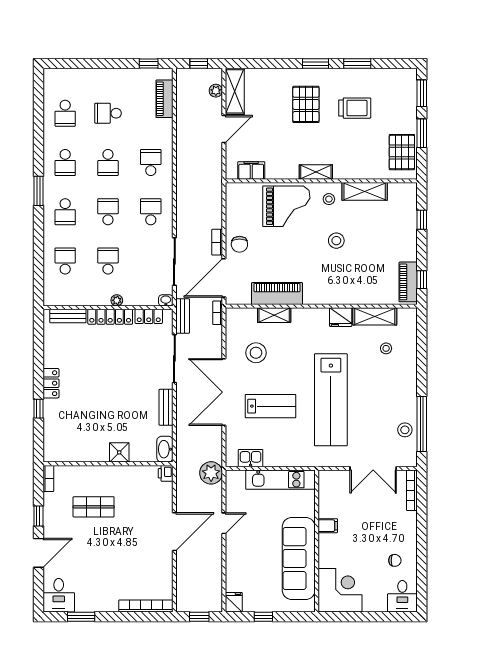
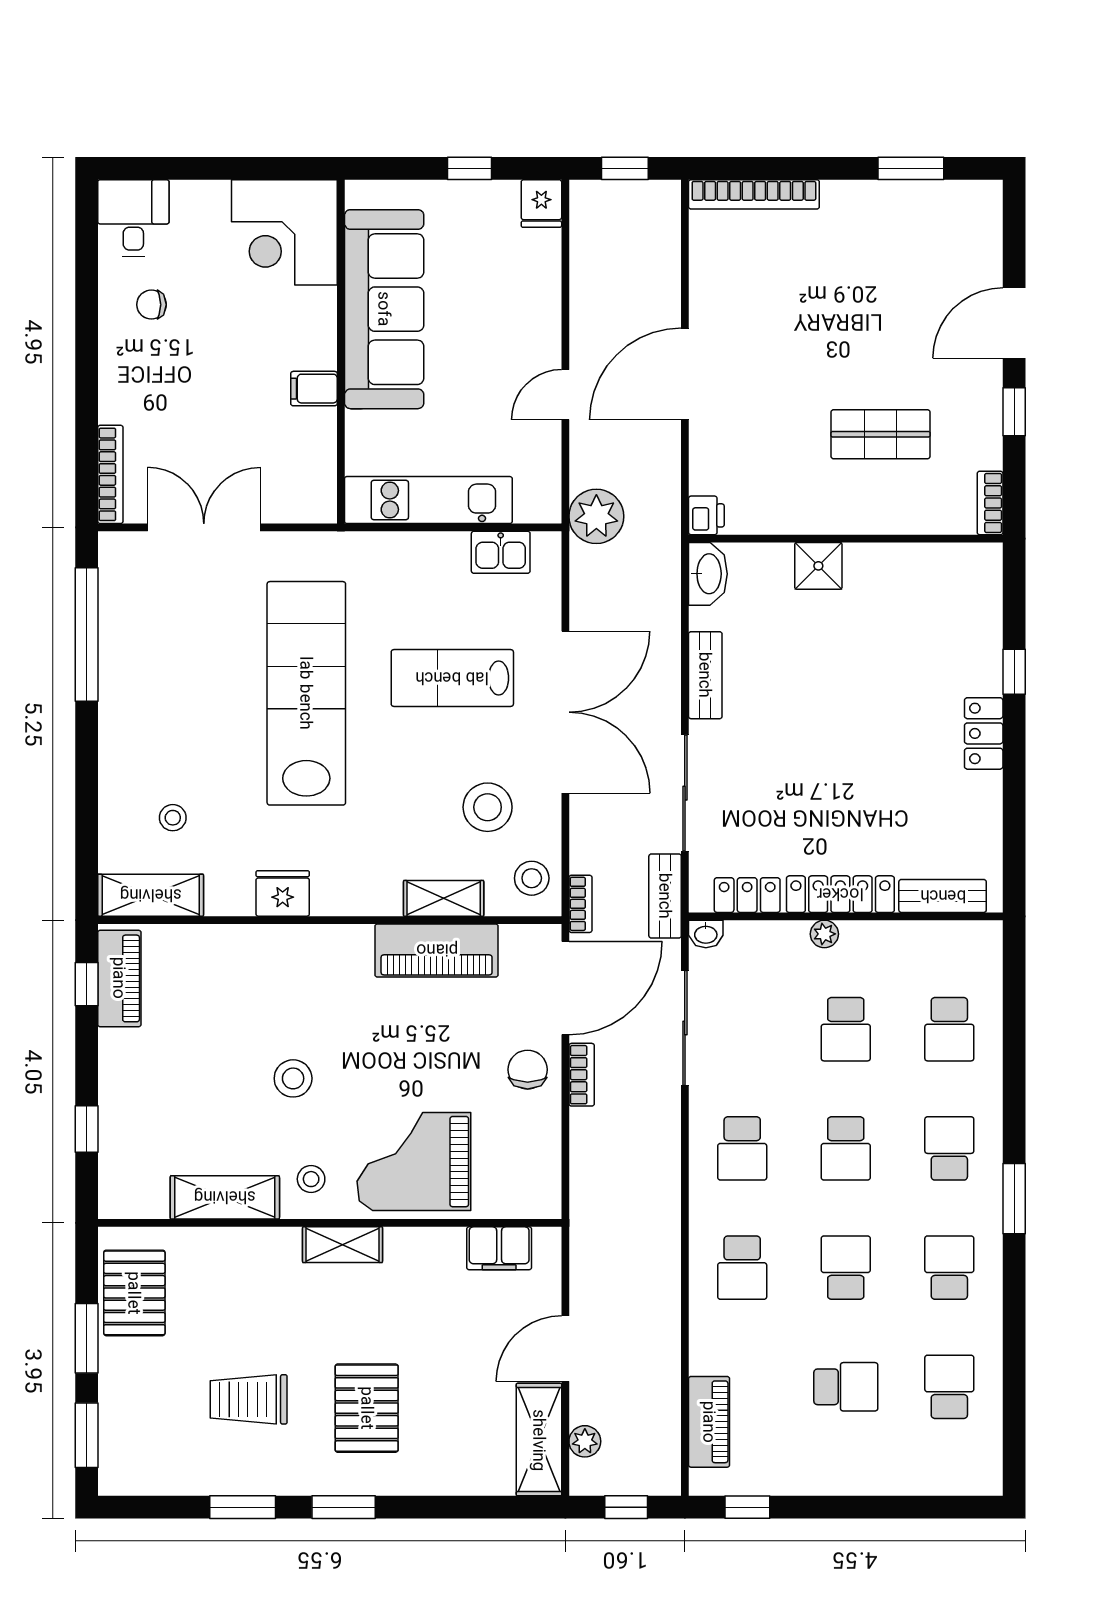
shelving: (375, 316) -> (151, 895), moved
stool: (405, 430) -> (532, 878), moved
desk: (59, 595) -> (965, 220), removed

